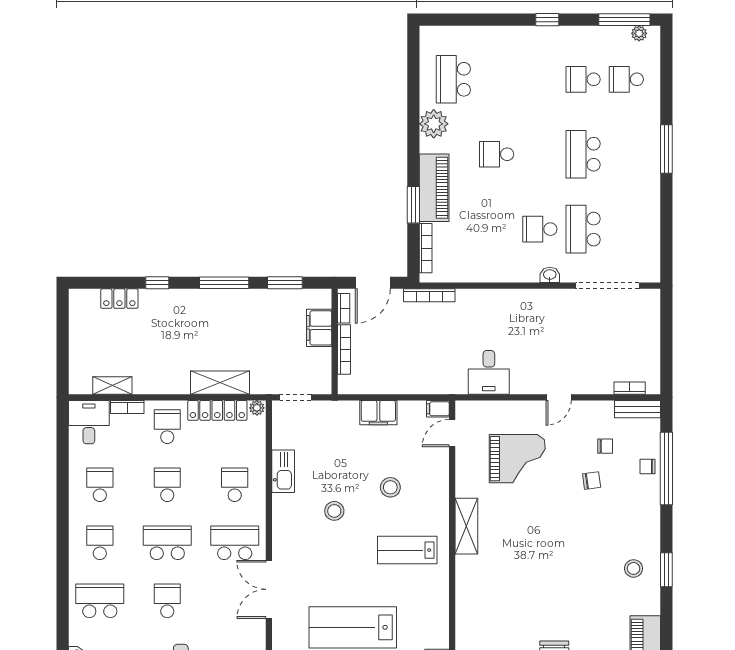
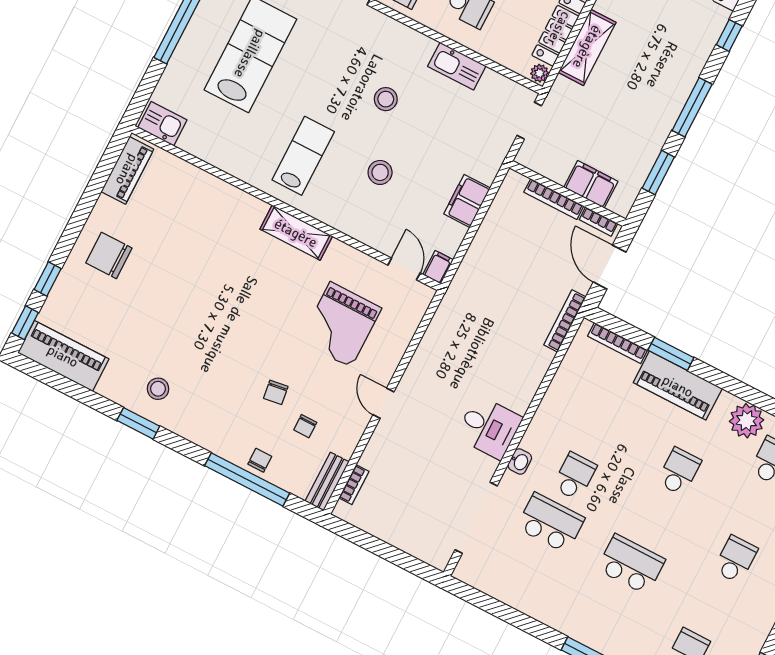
school desk: (583, 79) -> (736, 559), moved
desk: (489, 372) -> (489, 427), moved, turned 180

